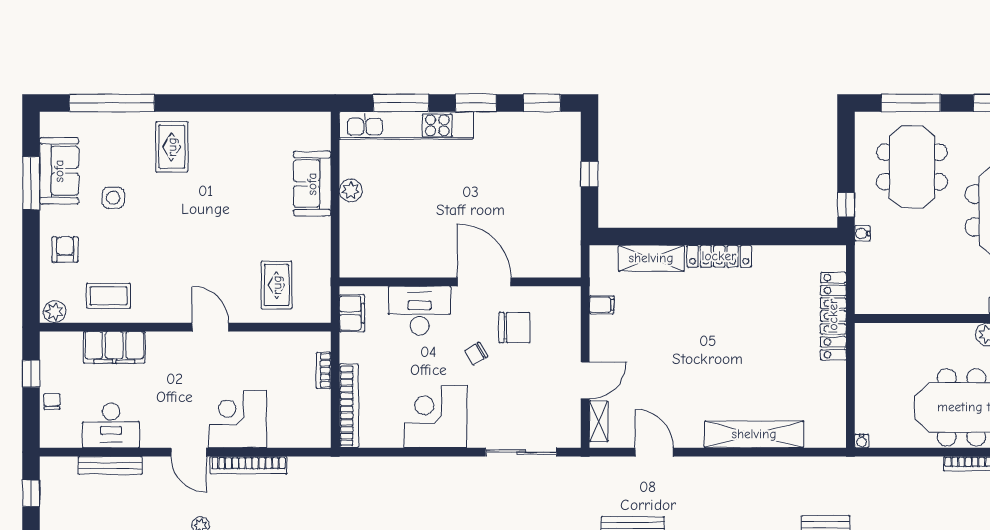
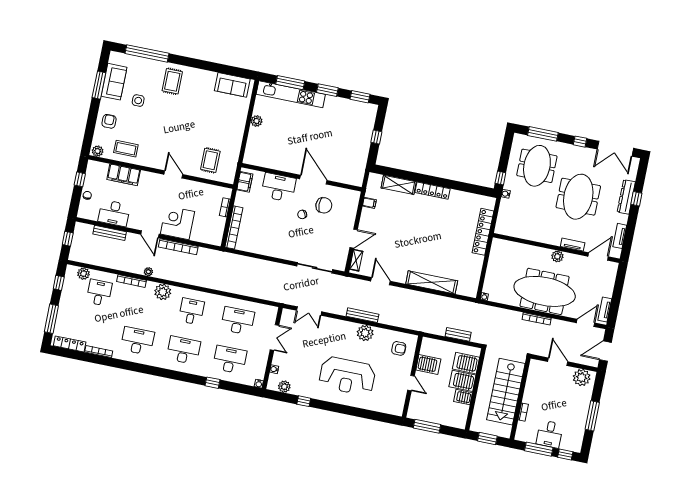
sofa: (312, 184) -> (232, 85), moved, turned -90
corner desk: (436, 417) -> (276, 241), removed

